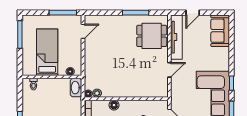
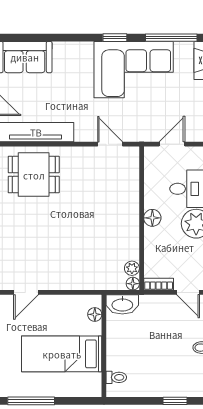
door: (83, 31) -> (26, 292), swing flipped
dining table: (152, 36) -> (34, 175), turned 90
door: (169, 70) -> (110, 144), moved
floor lamp: (114, 105) -> (152, 218), moved

